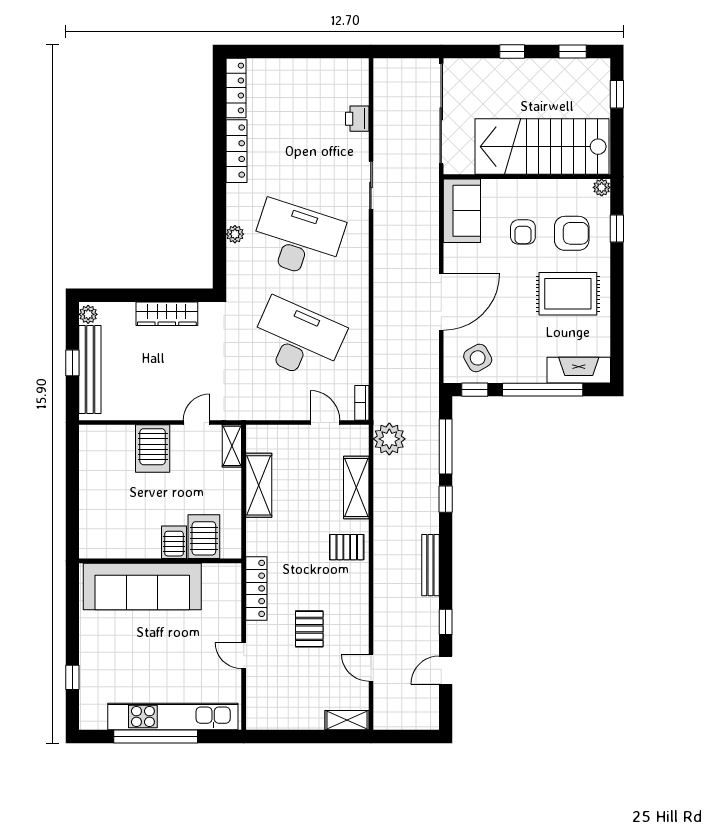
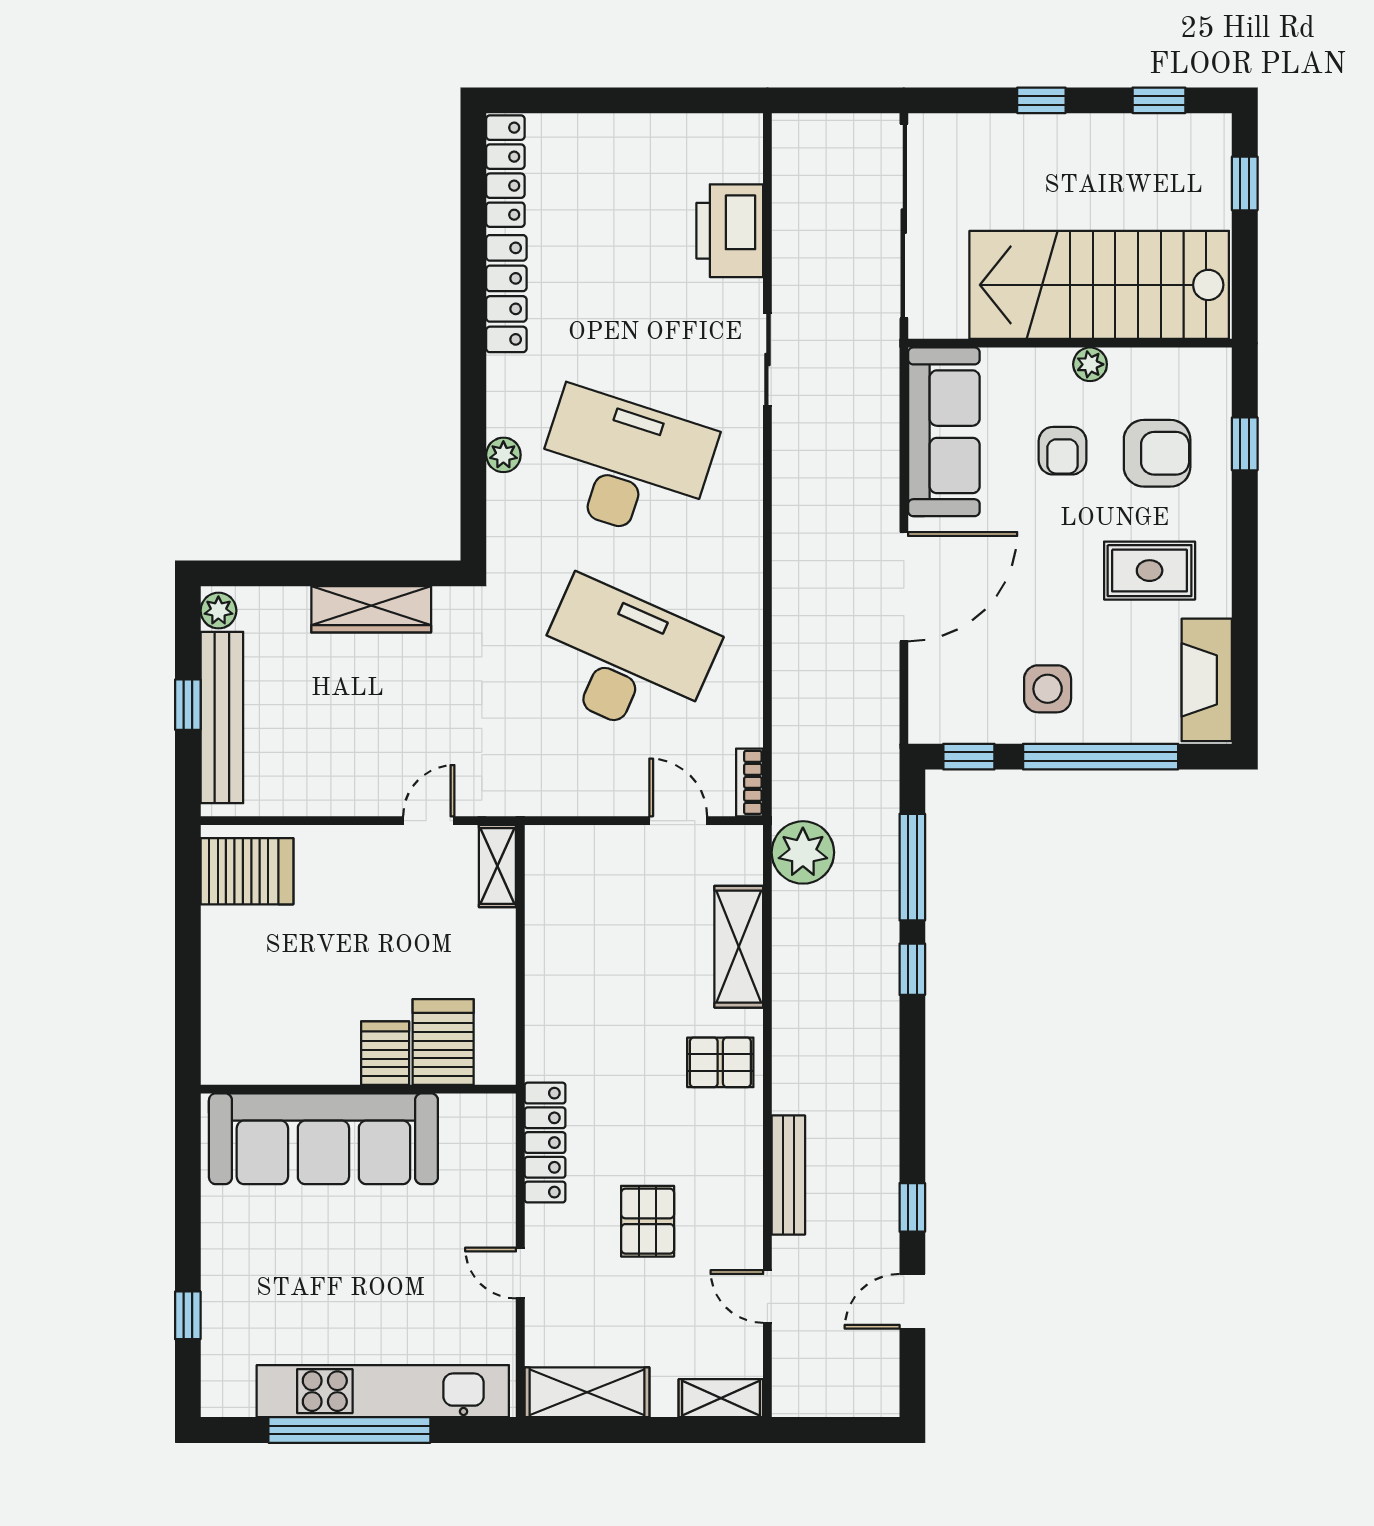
printer: (357, 119) -> (730, 231), width x1.87, depth x1.48
plant: (602, 187) -> (1090, 364), moved
sofa: (462, 211) -> (944, 432), width x1.36
rug: (568, 294) -> (1150, 571), width x0.73, depth x0.70
side table: (478, 358) -> (1048, 689), moved, turned 30
fireplace: (579, 370) -> (1207, 680), moved, turned -90
server rack: (153, 449) -> (247, 871), moved, turned -90
shelving: (259, 485) -> (587, 1392), moved, turned 90
bench: (430, 565) -> (788, 1175), moved

